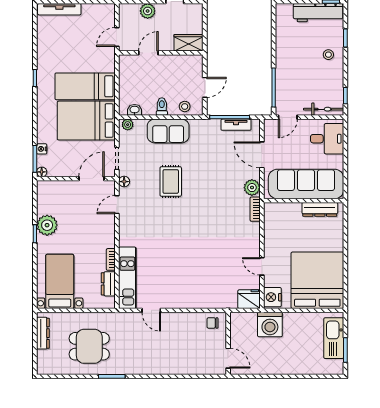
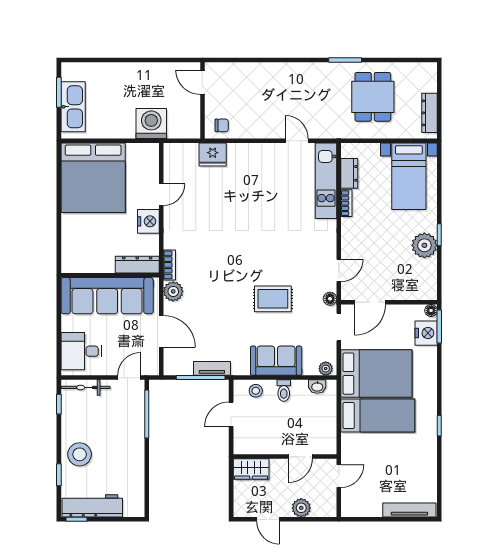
stool: (328, 55) -> (80, 454), width x1.89, depth x1.89
tv unit: (236, 125) -> (212, 368), moved
nightstand: (42, 149) -> (426, 333), width x1.89, depth x1.79
rug: (171, 181) -> (273, 299), turned 90
dresser: (320, 209) -> (137, 265), moved
door: (262, 266) -> (161, 195), hinge flipped
nightstand: (272, 297) -> (148, 221), moved
fridge: (249, 299) -> (213, 155), moved
dining table: (89, 346) -> (373, 97), turned 90

